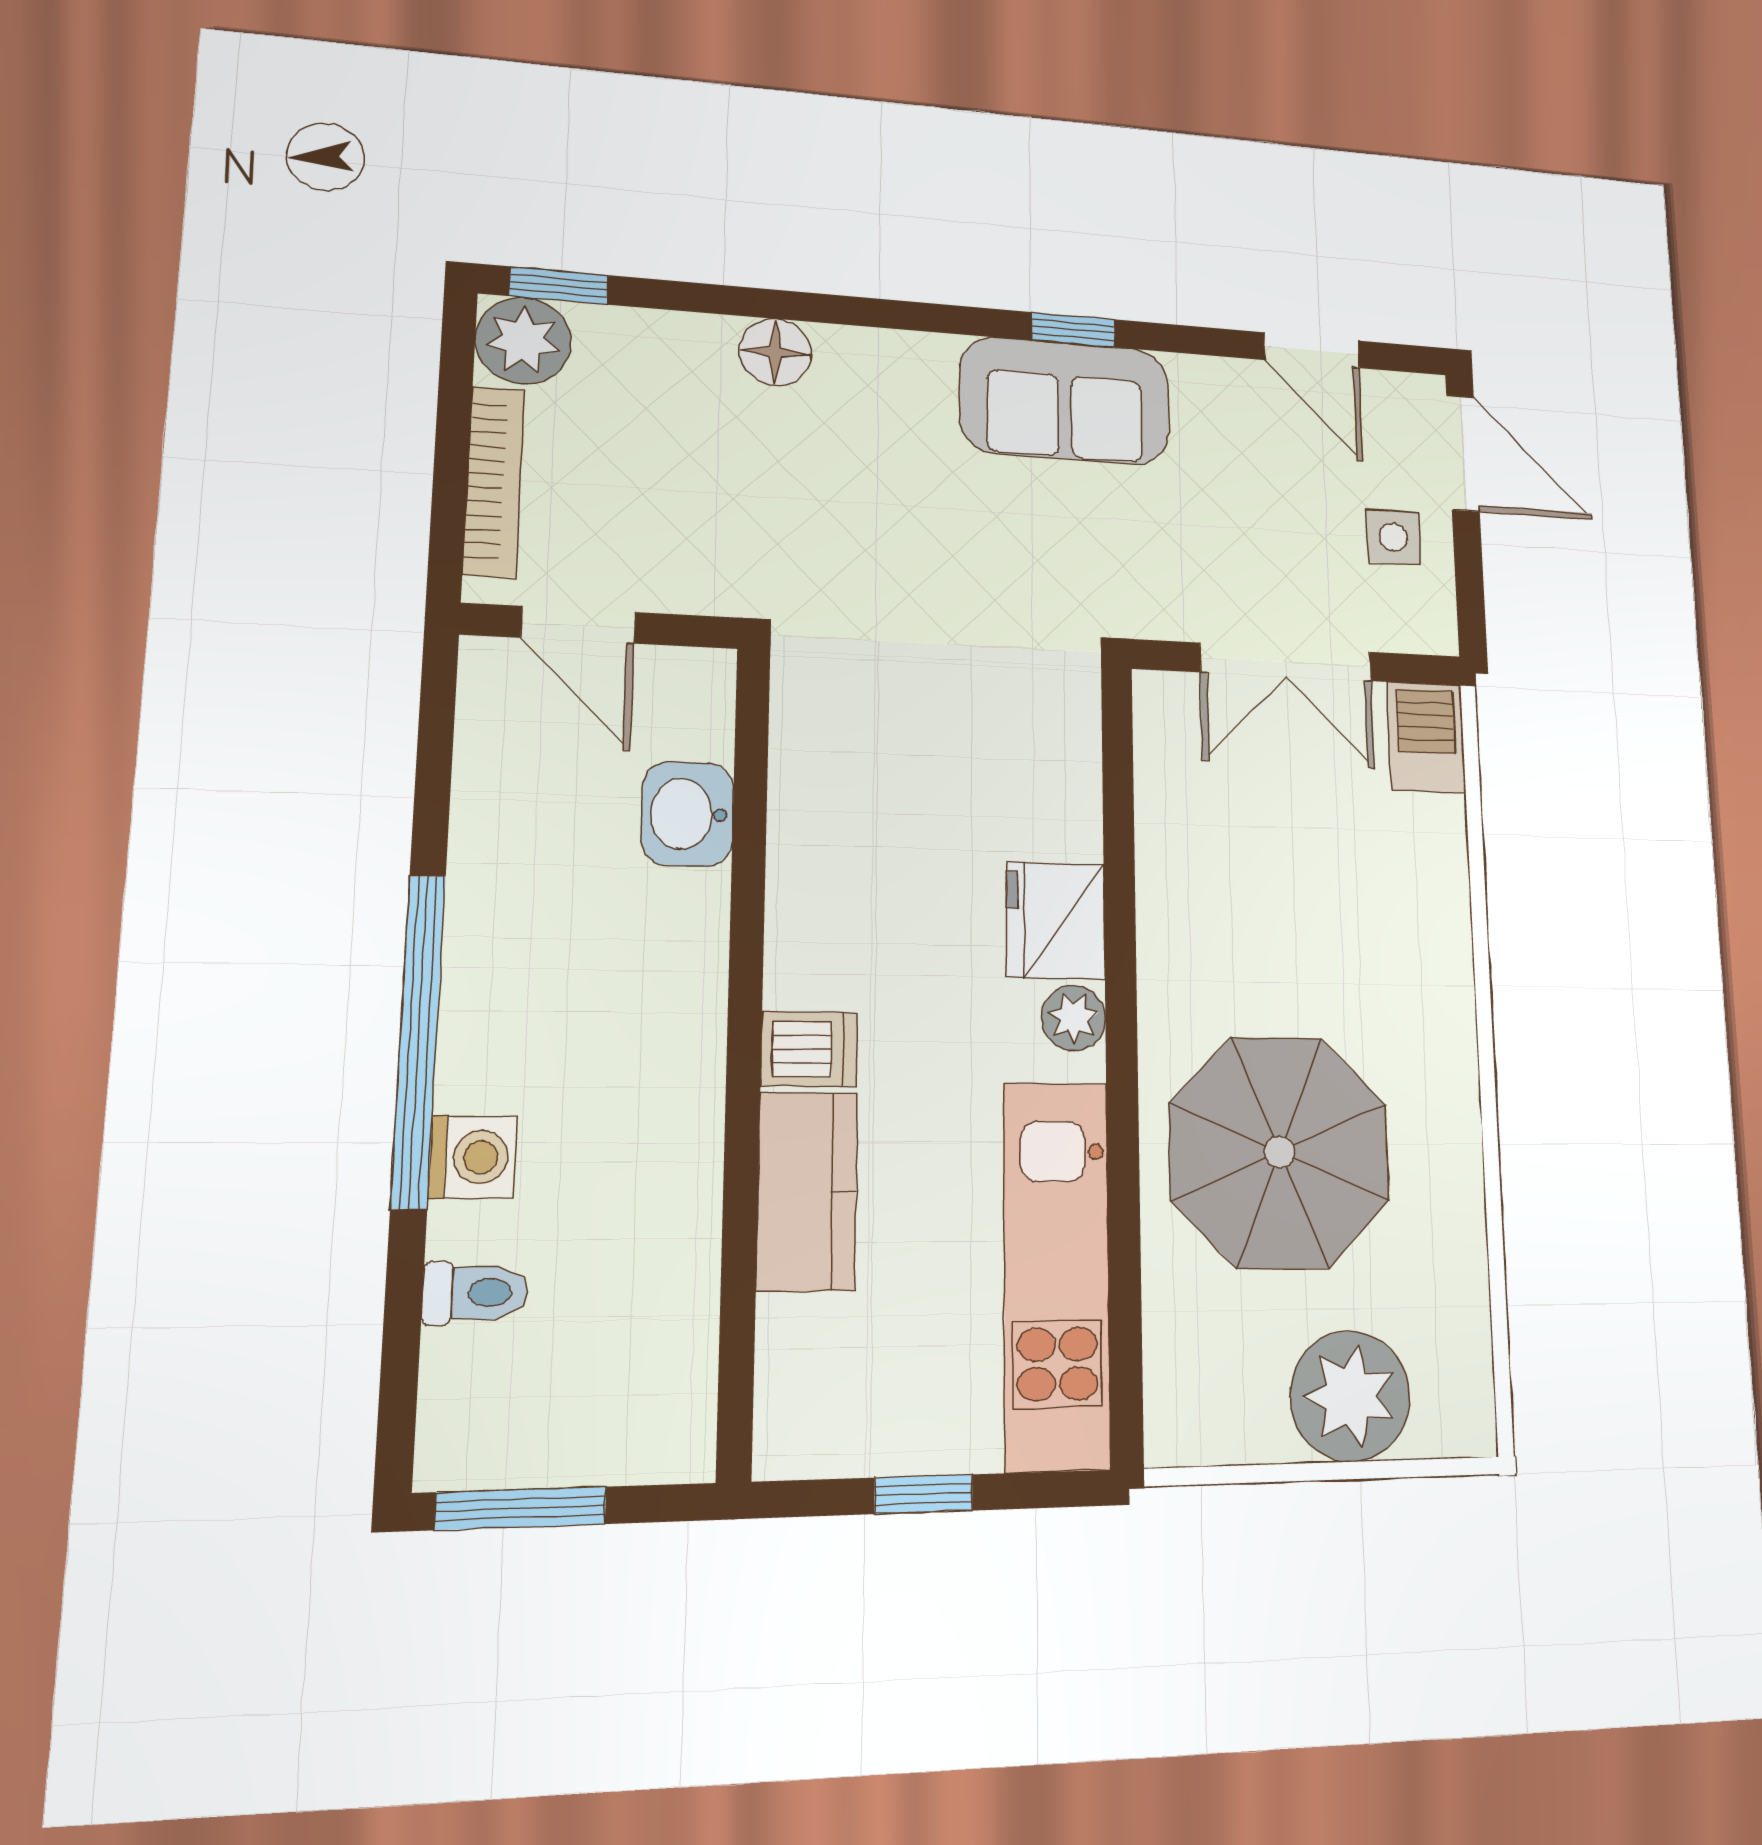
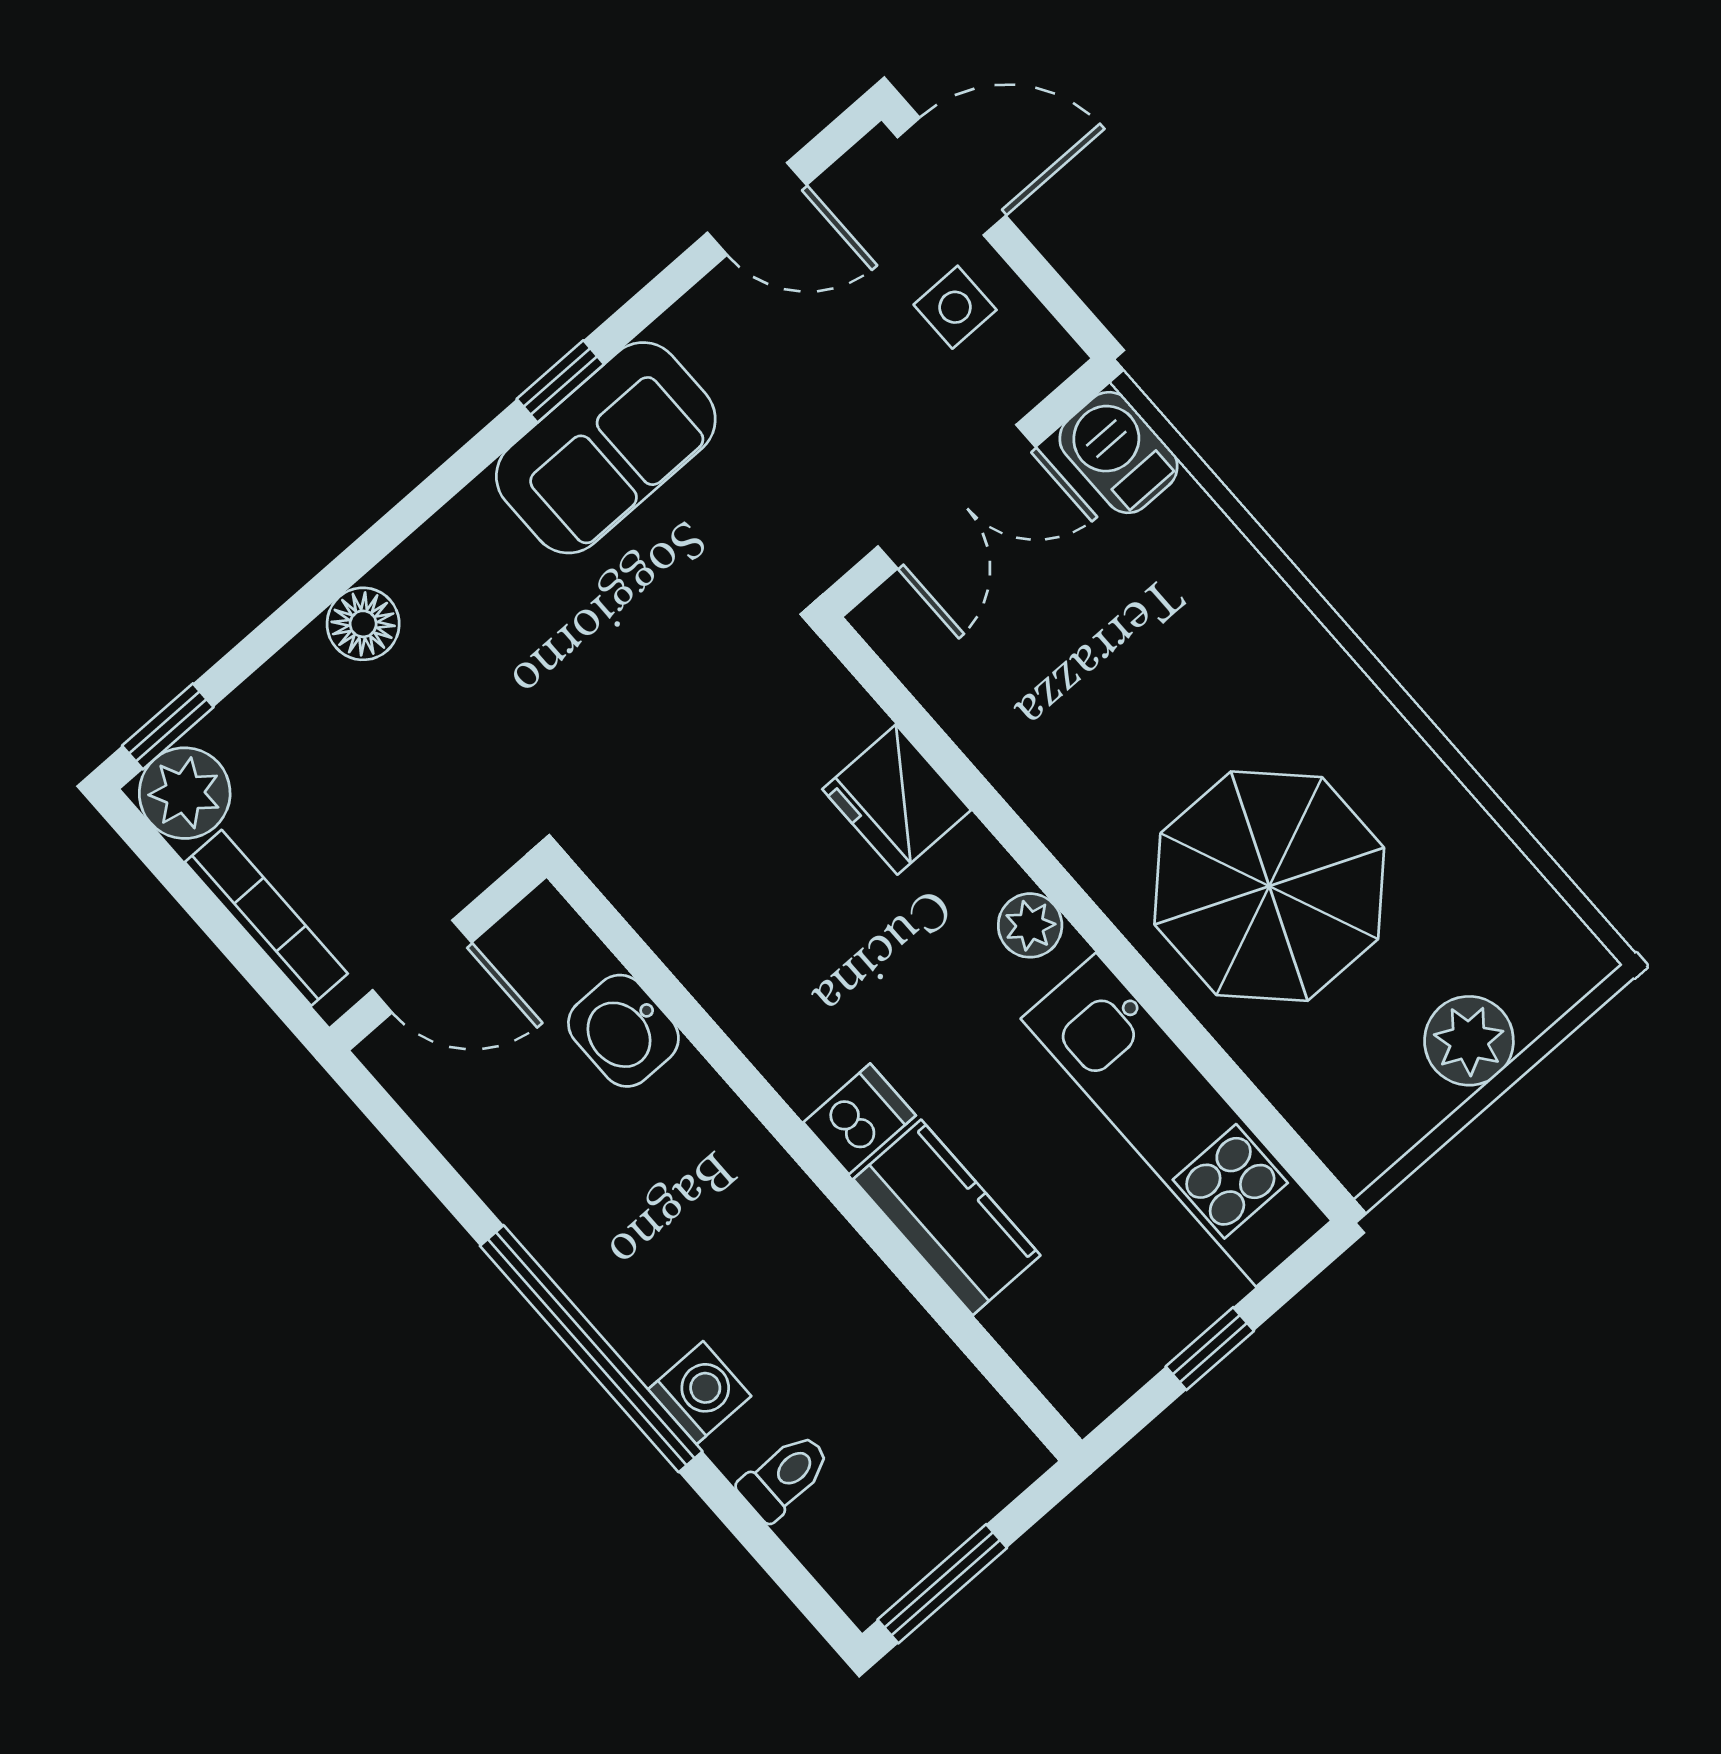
fridge: (1056, 921) -> (897, 800), moved
plant: (1350, 1396) -> (1469, 1041), width x0.73, depth x0.73

